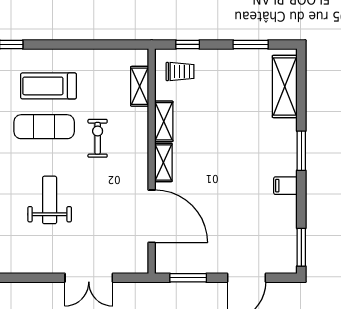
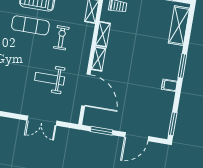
weight bench: (50, 200) -> (50, 79), moved, turned -90

